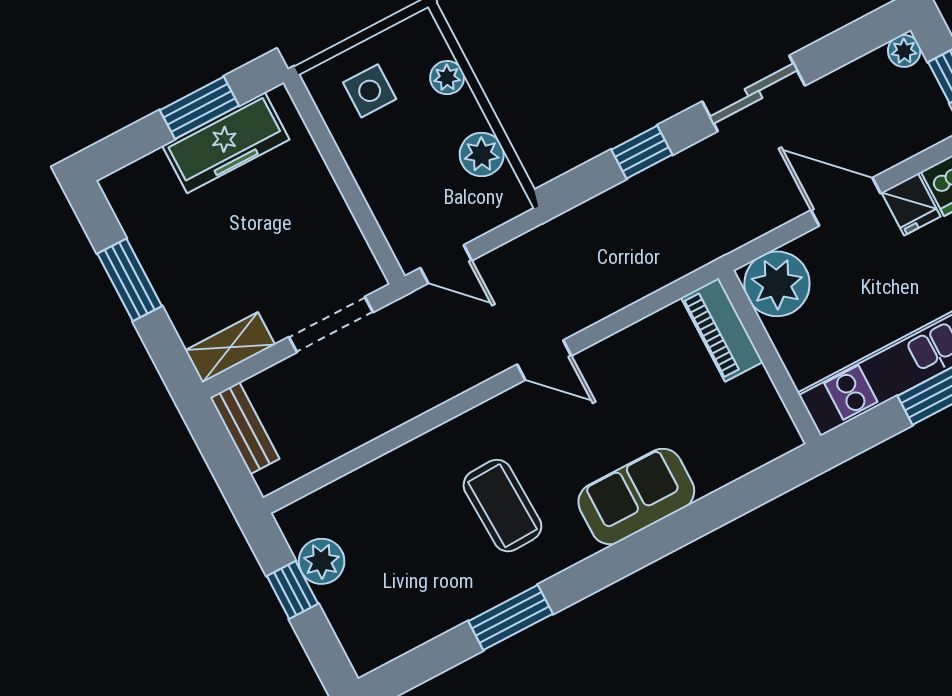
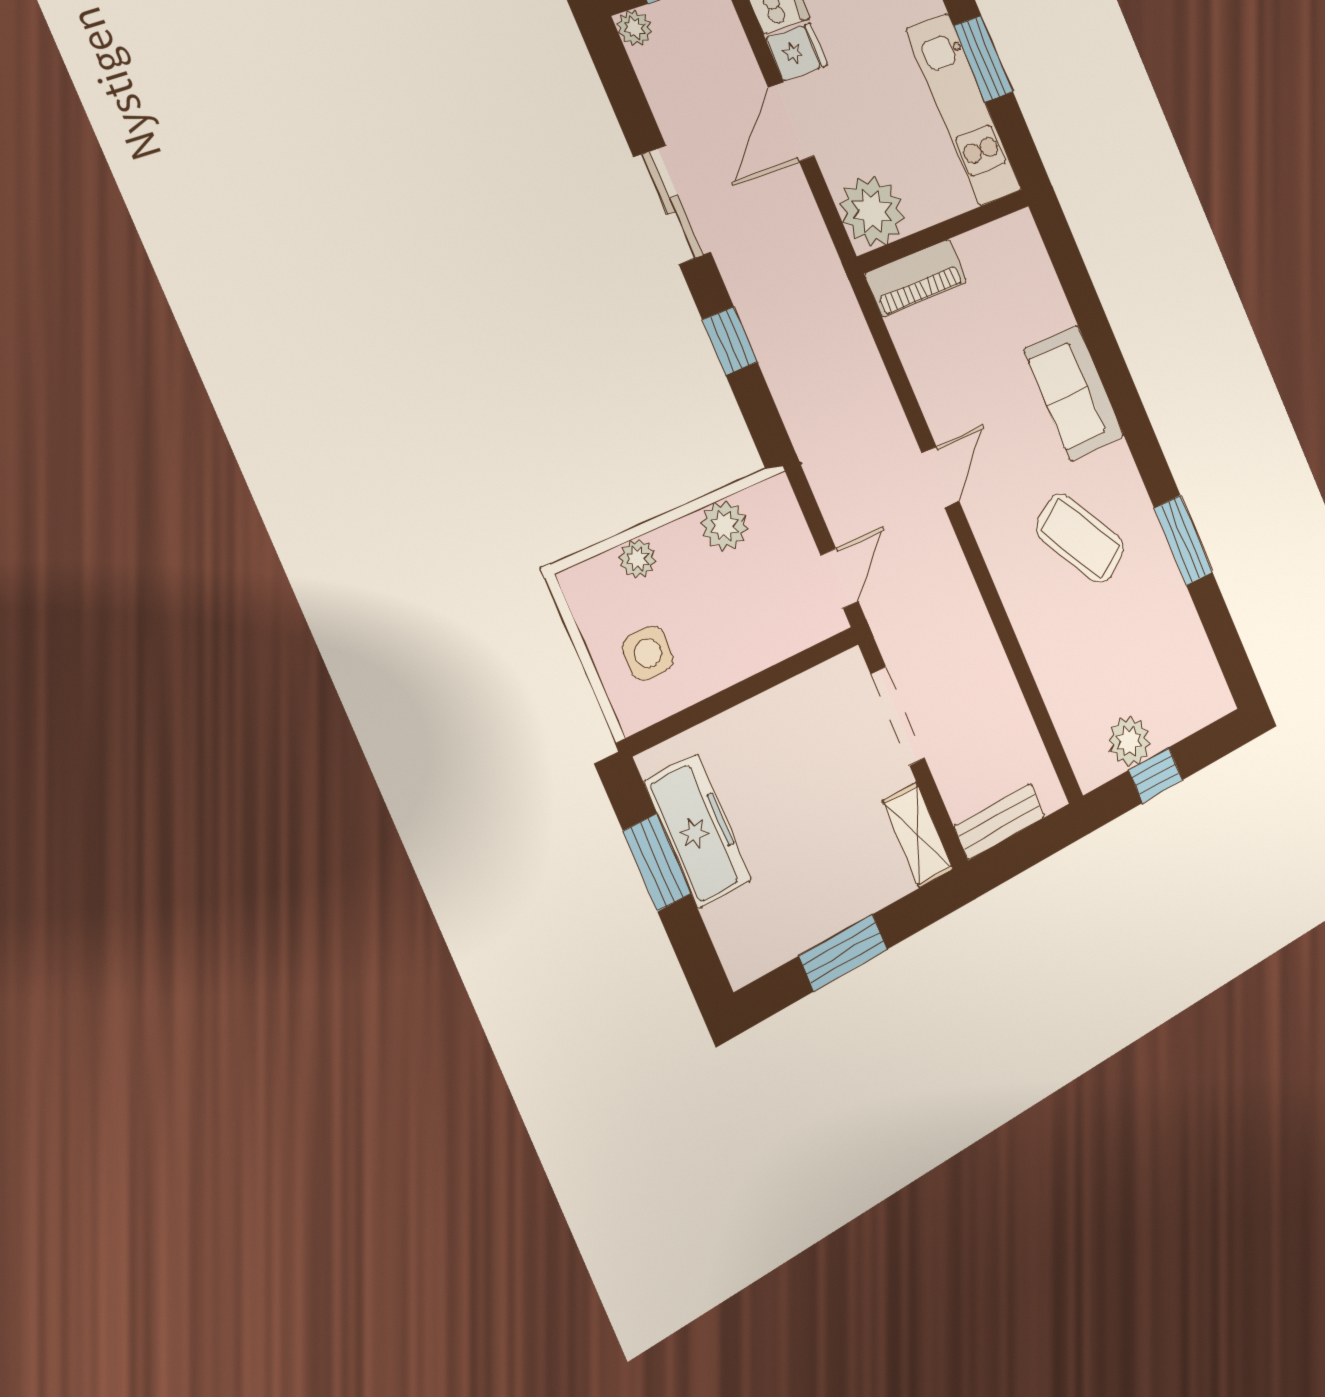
coffee table: (502, 506) -> (1080, 538), turned 60

